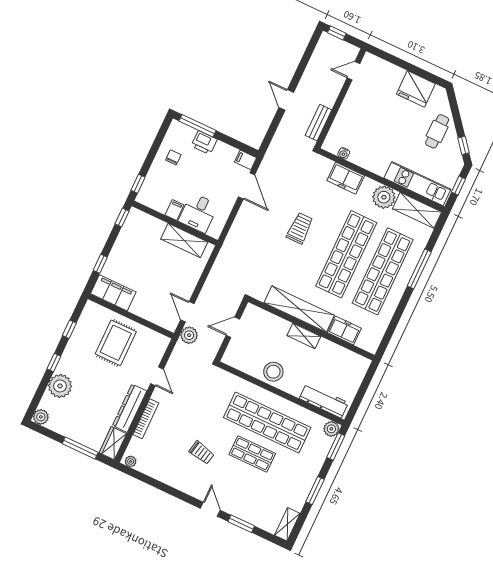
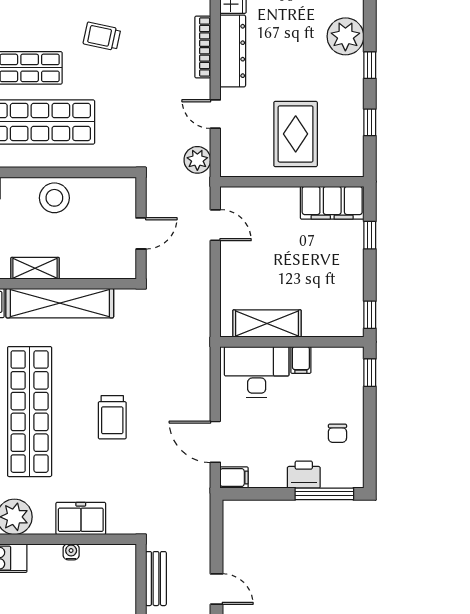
water cooler: (344, 153) -> (71, 552), moved
desk: (198, 213) -> (257, 372), width x1.37
plant: (189, 335) -> (197, 160), moved

